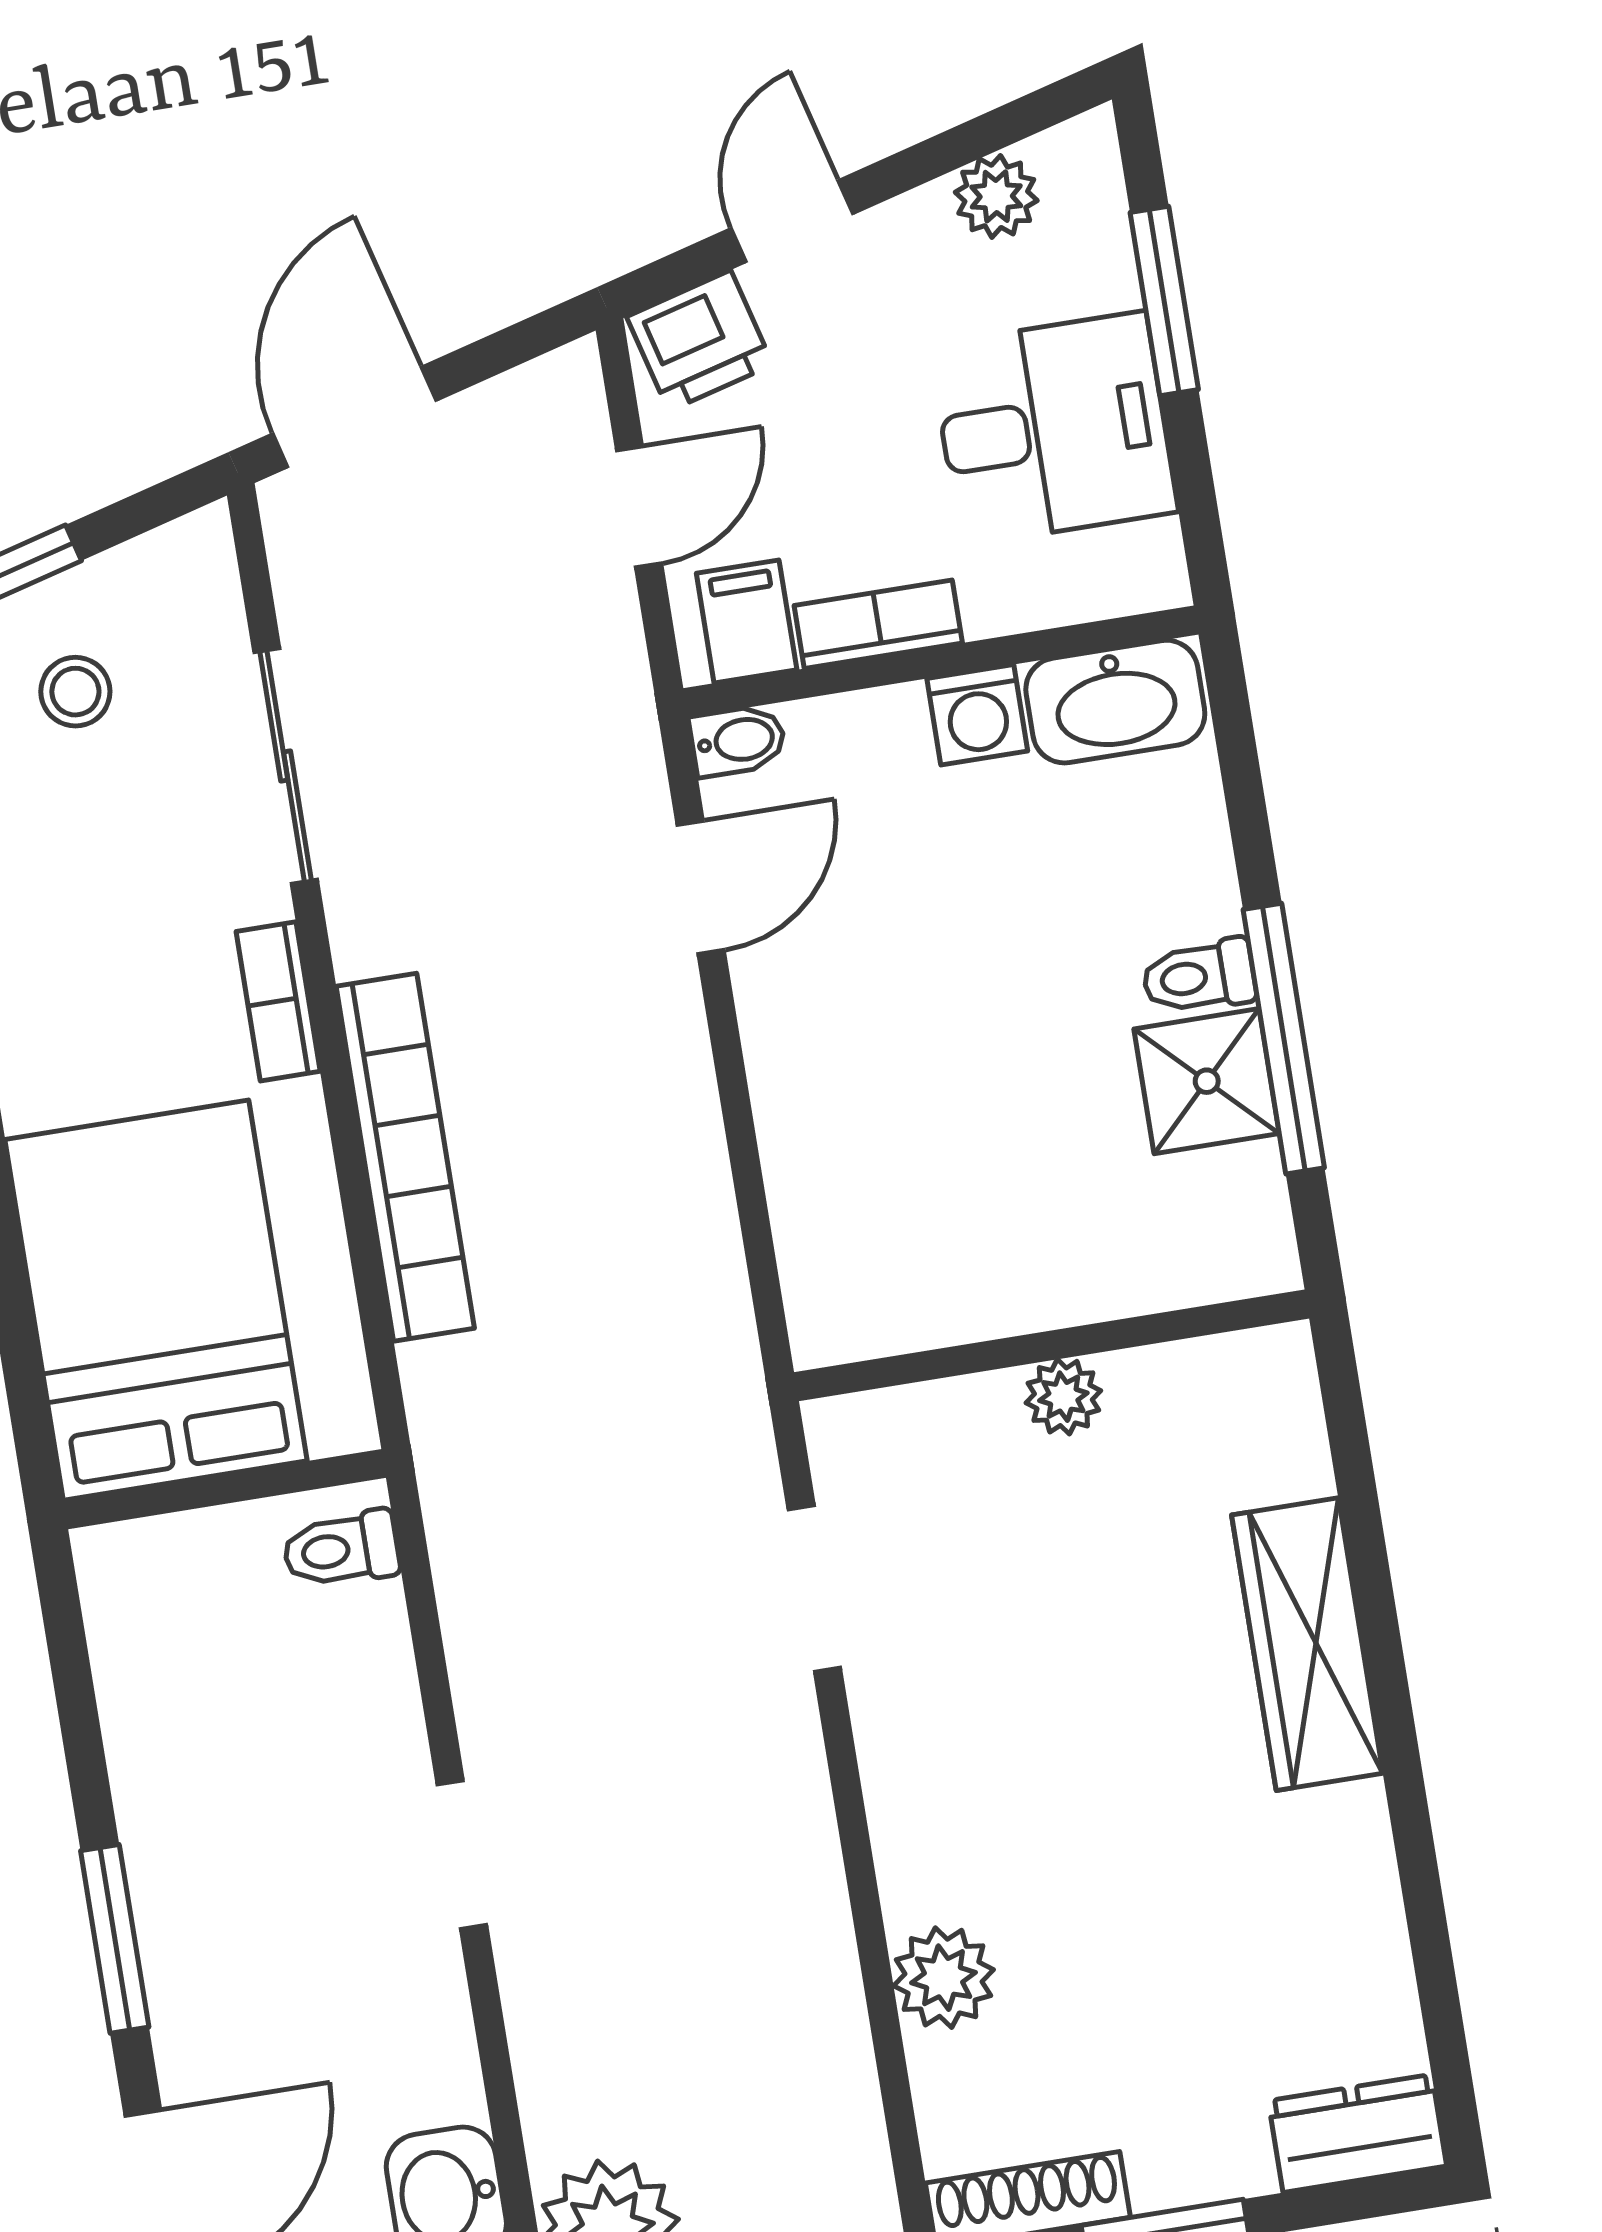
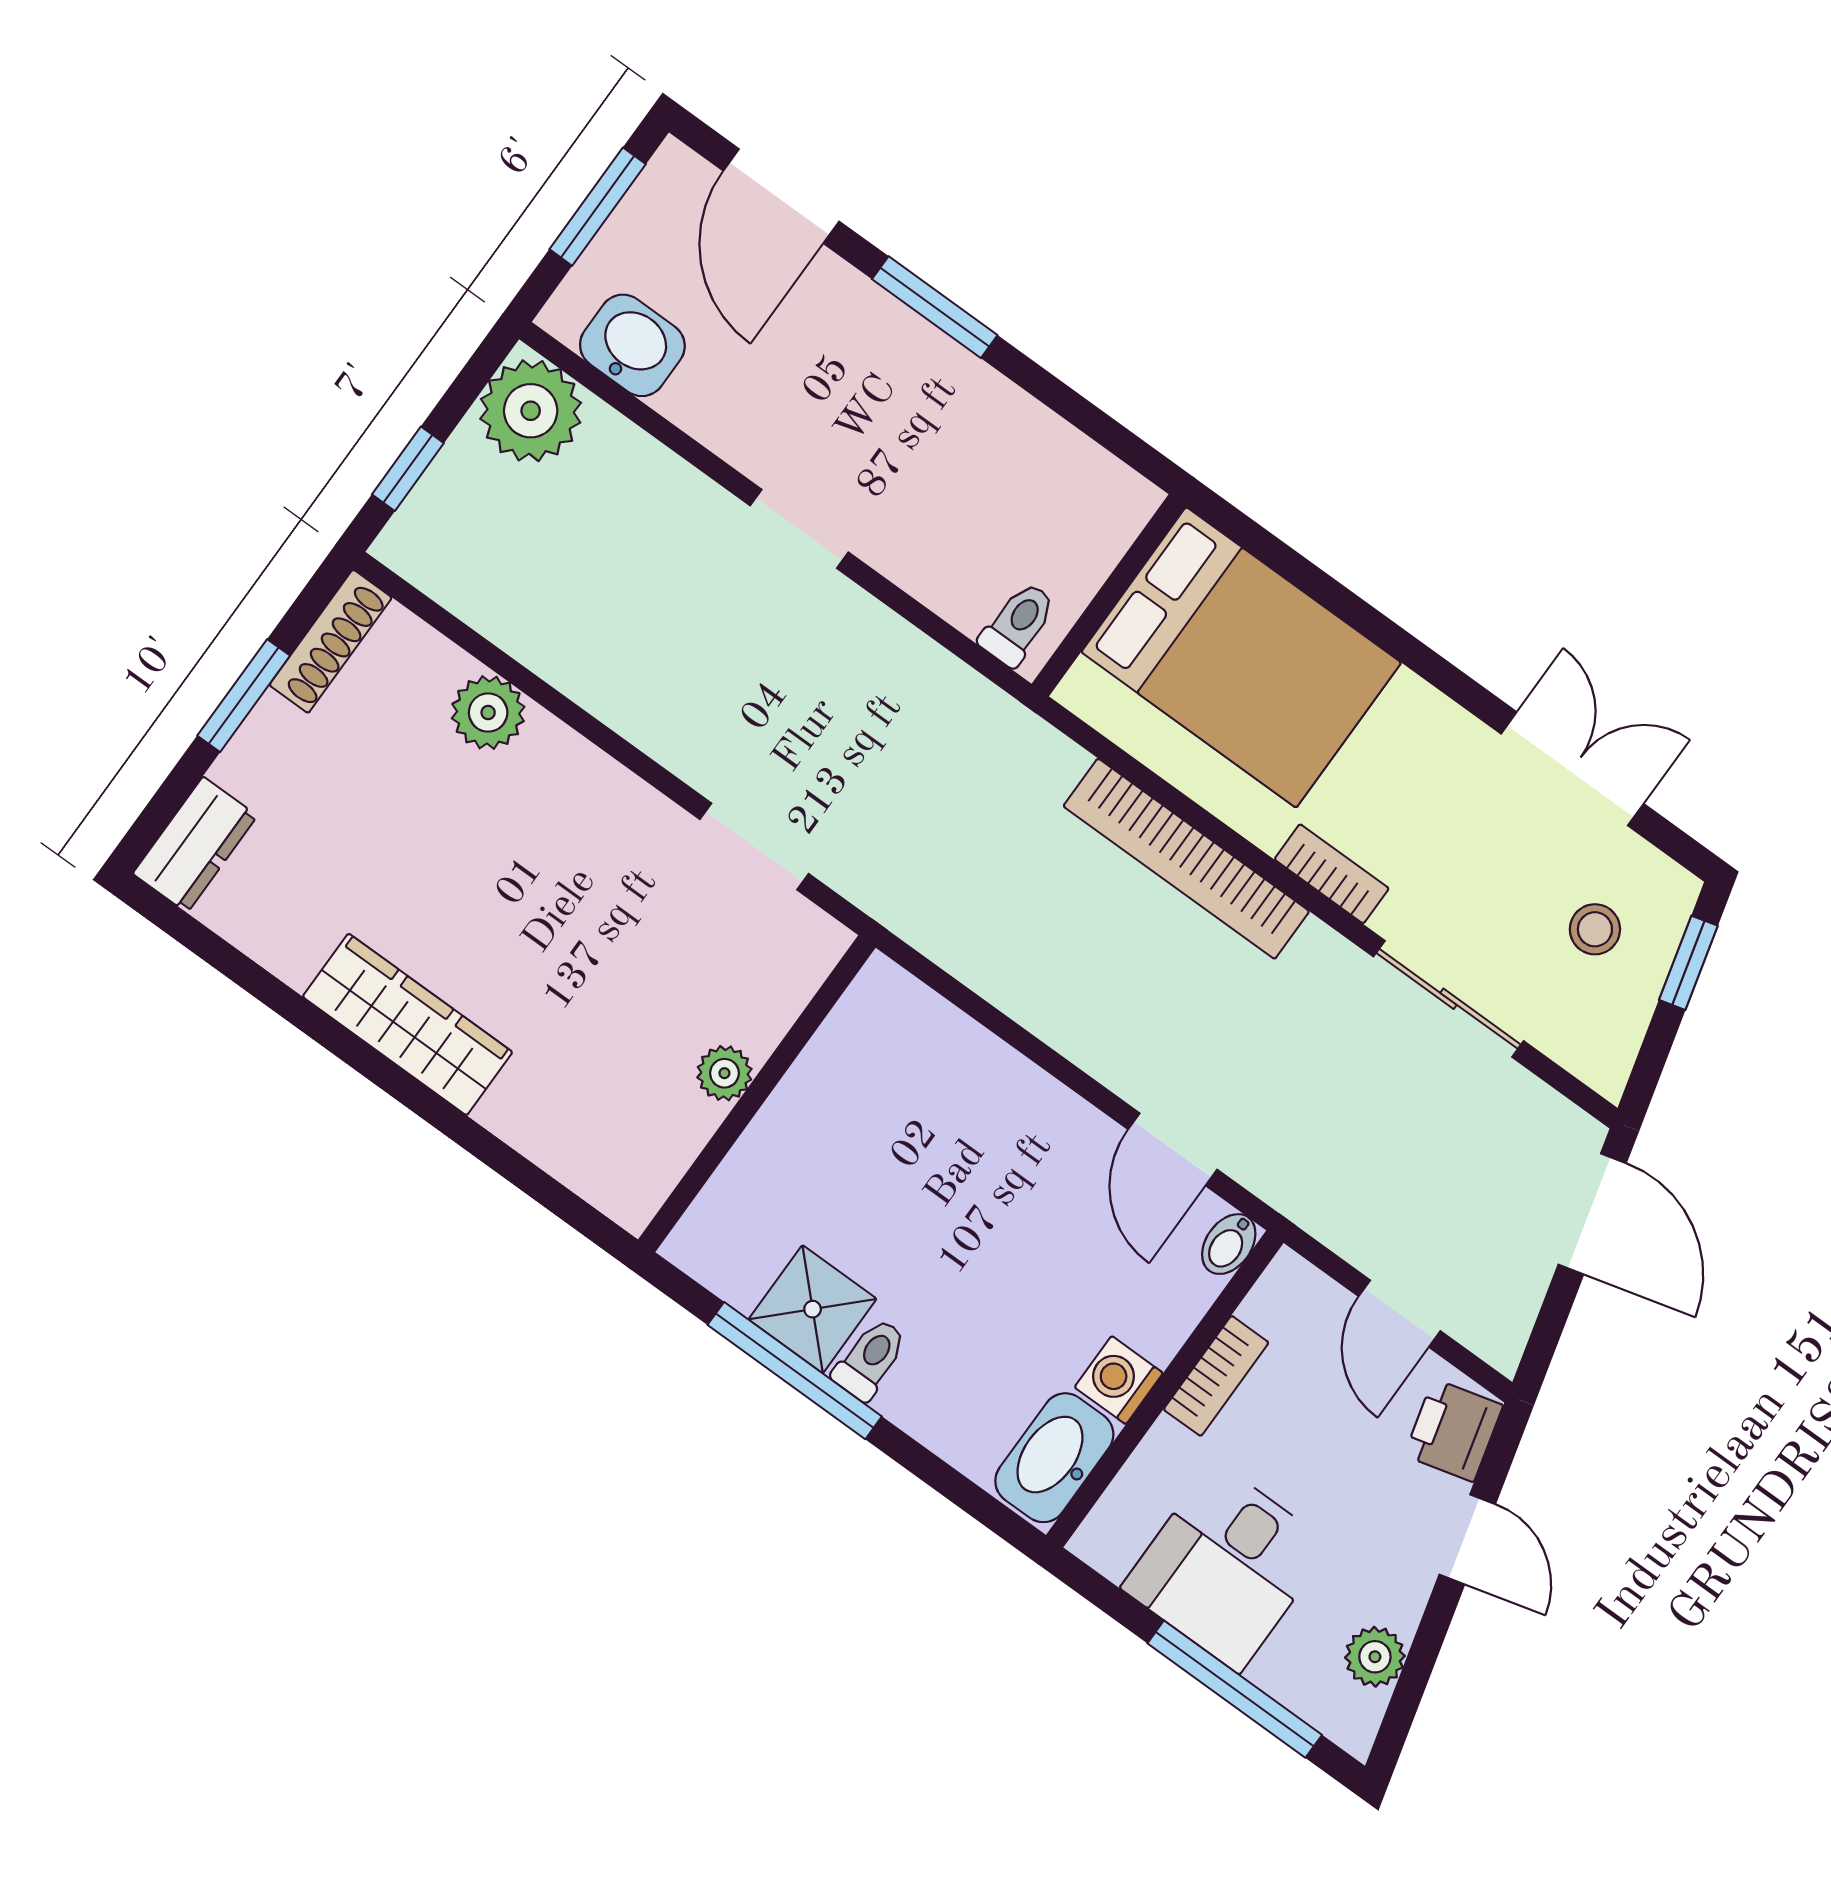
window: (1164, 301) -> (1235, 1689), width x1.44
filing cabinet: (747, 622) -> (1285, 1310), removed
wardrobe: (1307, 1644) -> (408, 1024), moved

